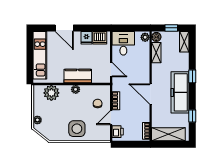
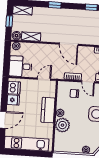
freezer: (180, 92) -> (69, 17), removed
plant: (51, 93) -> (62, 125), moved
door: (151, 94) -> (69, 44), hinge flipped

